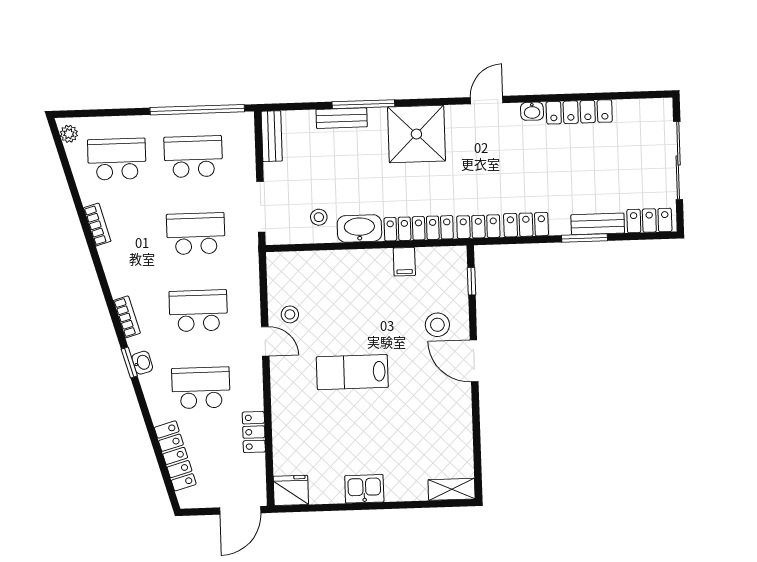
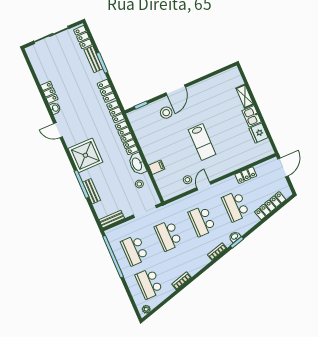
locker: (579, 112) -> (49, 92), width x0.66
filing cabinet: (404, 262) -> (157, 167), moved
shelving: (452, 489) -> (245, 96), moved
fridge: (291, 490) -> (258, 133), moved
door: (240, 510) -> (283, 167), hinge flipped

